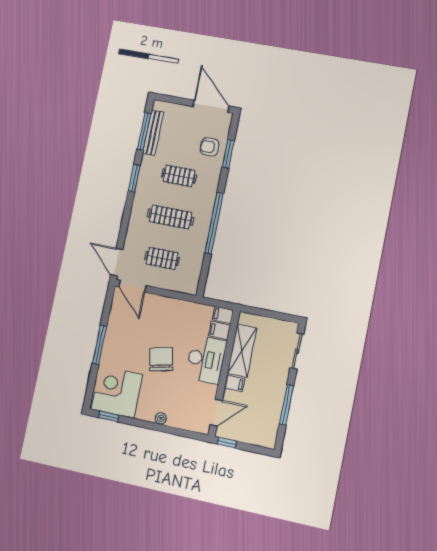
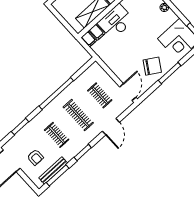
armchair: (210, 147) -> (35, 157), moved
door: (117, 262) -> (111, 127), moved
chair: (161, 359) -> (152, 66), moved, turned -135

